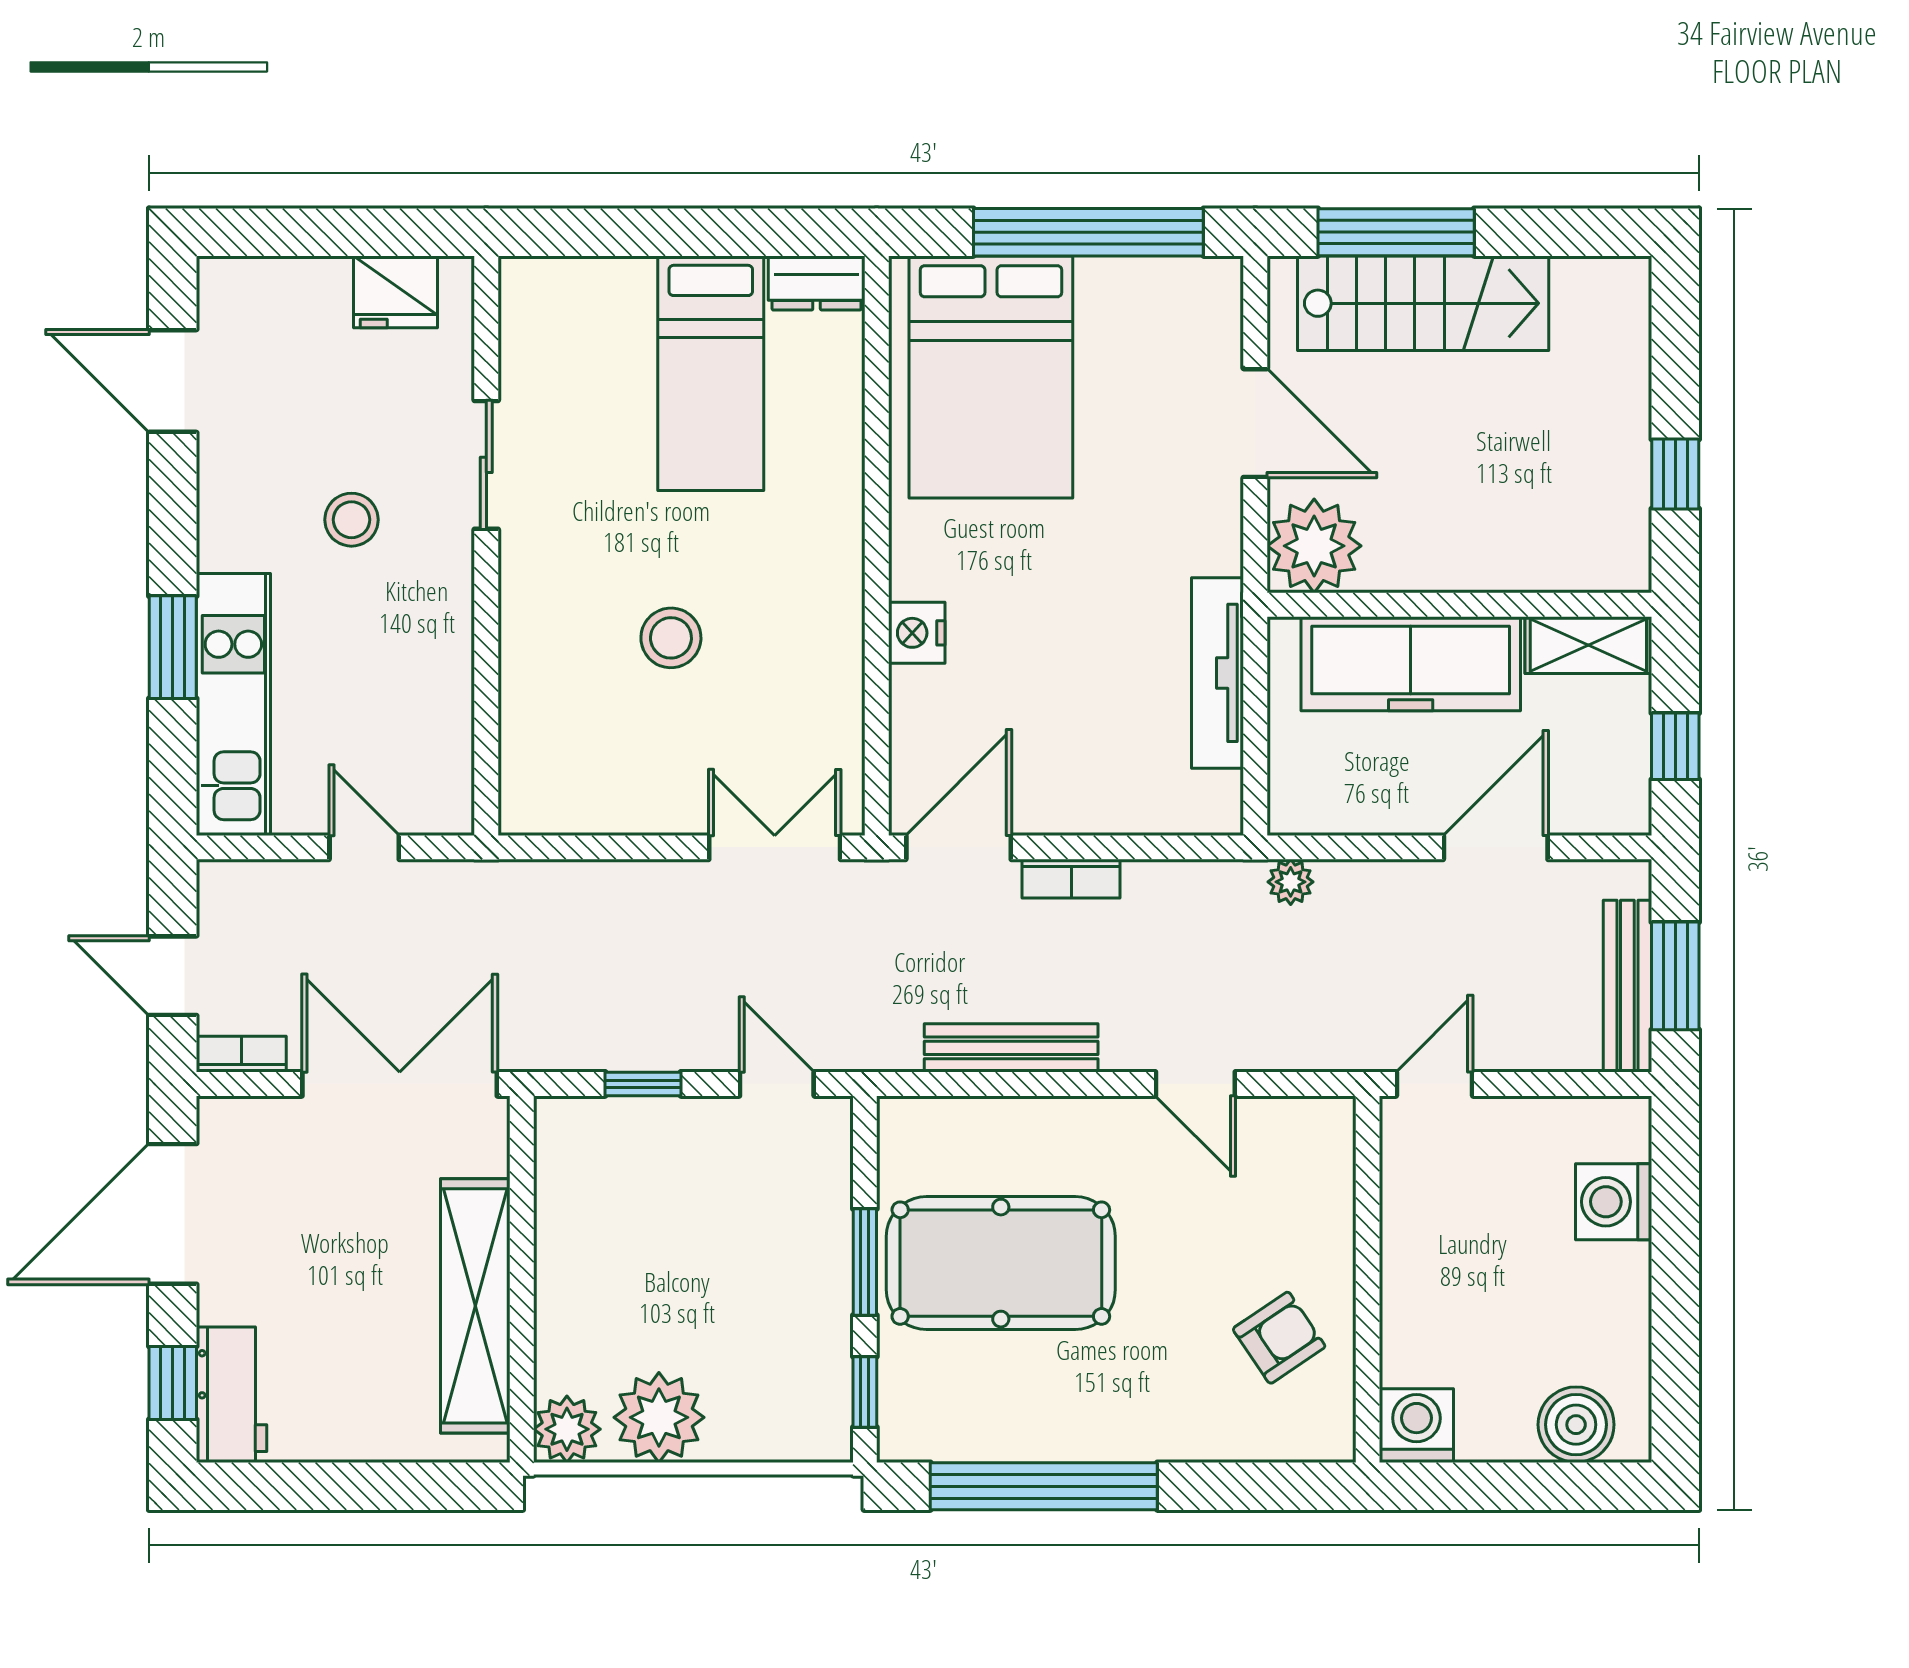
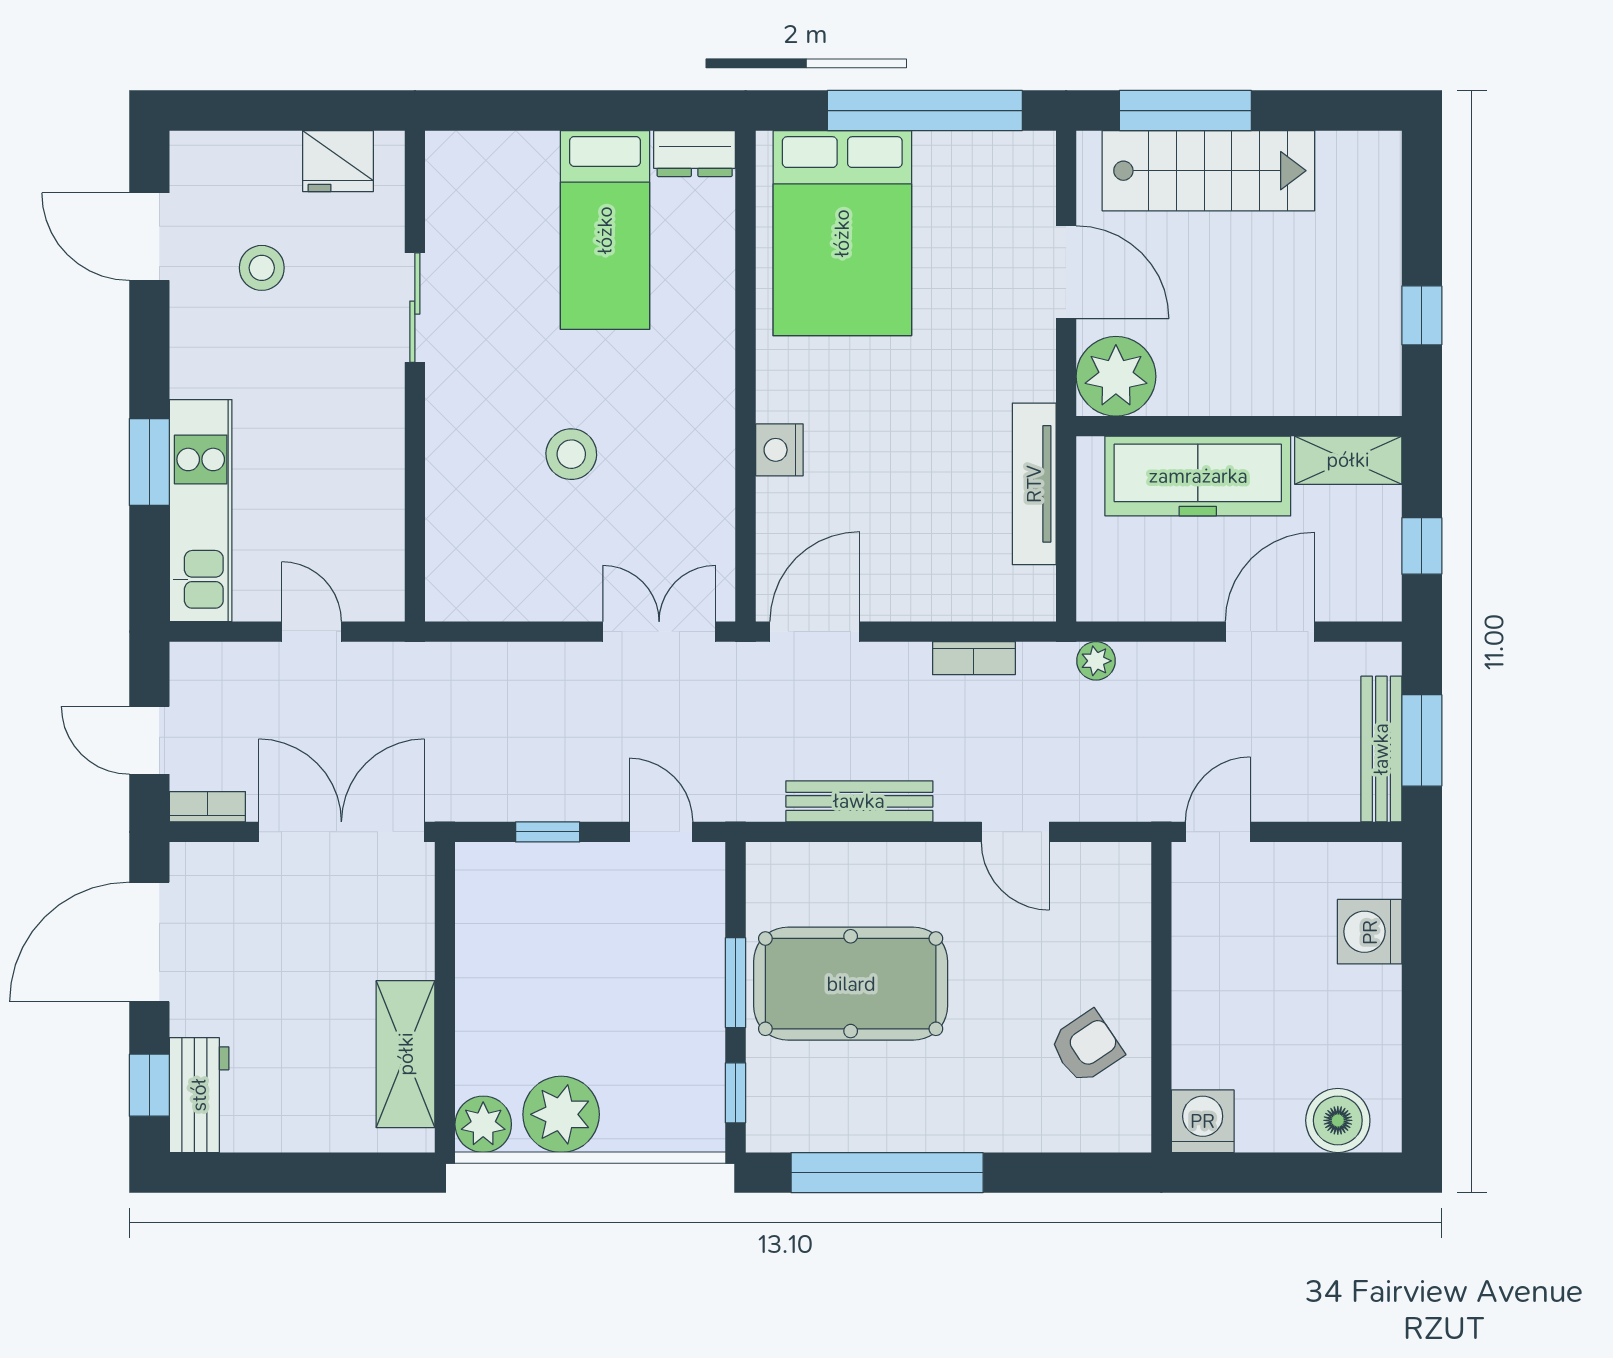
stool: (351, 520) -> (262, 268), moved
bookcase: (1071, 879) -> (974, 658), moved
shelving: (475, 1306) -> (406, 1054), width x0.68

